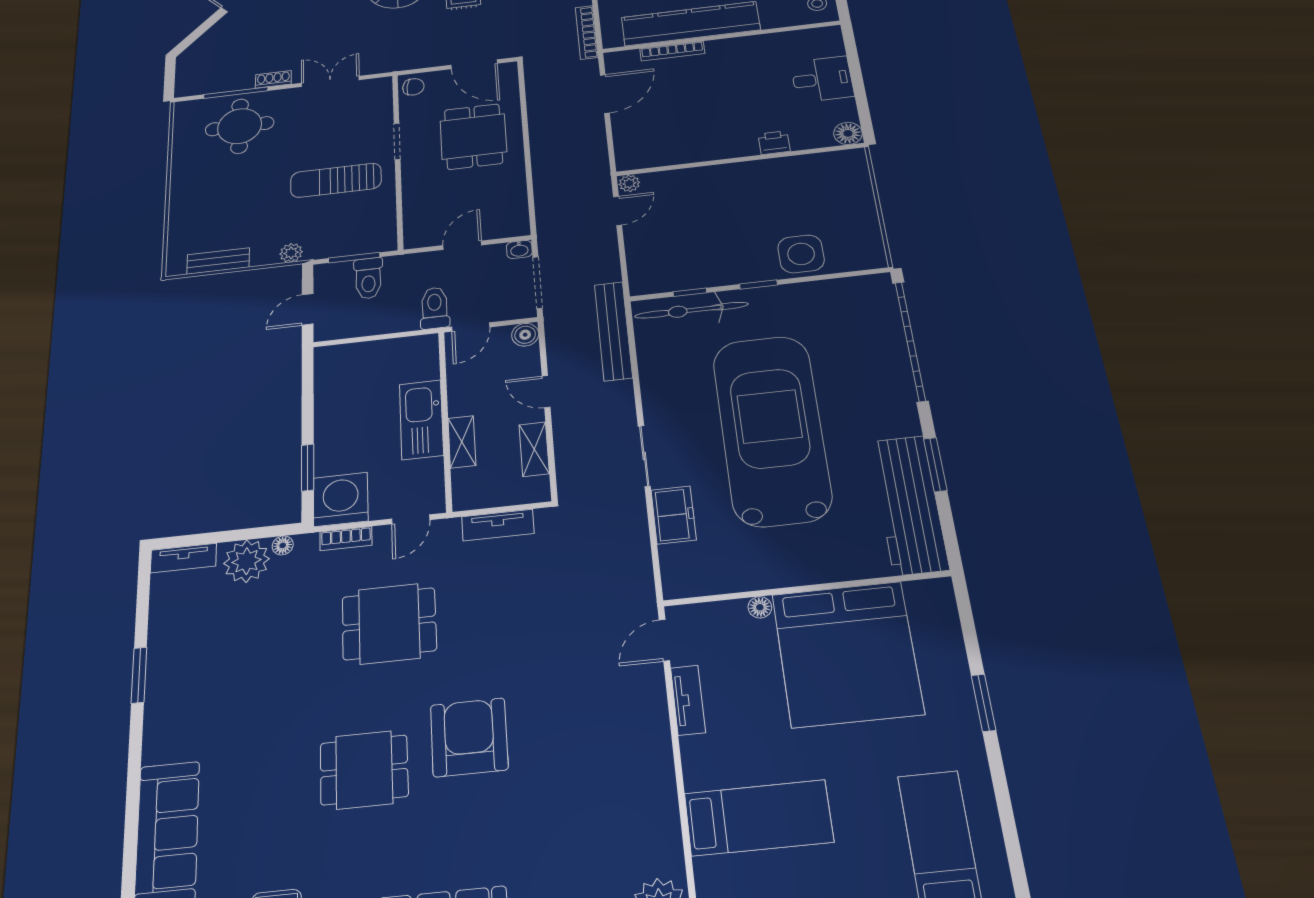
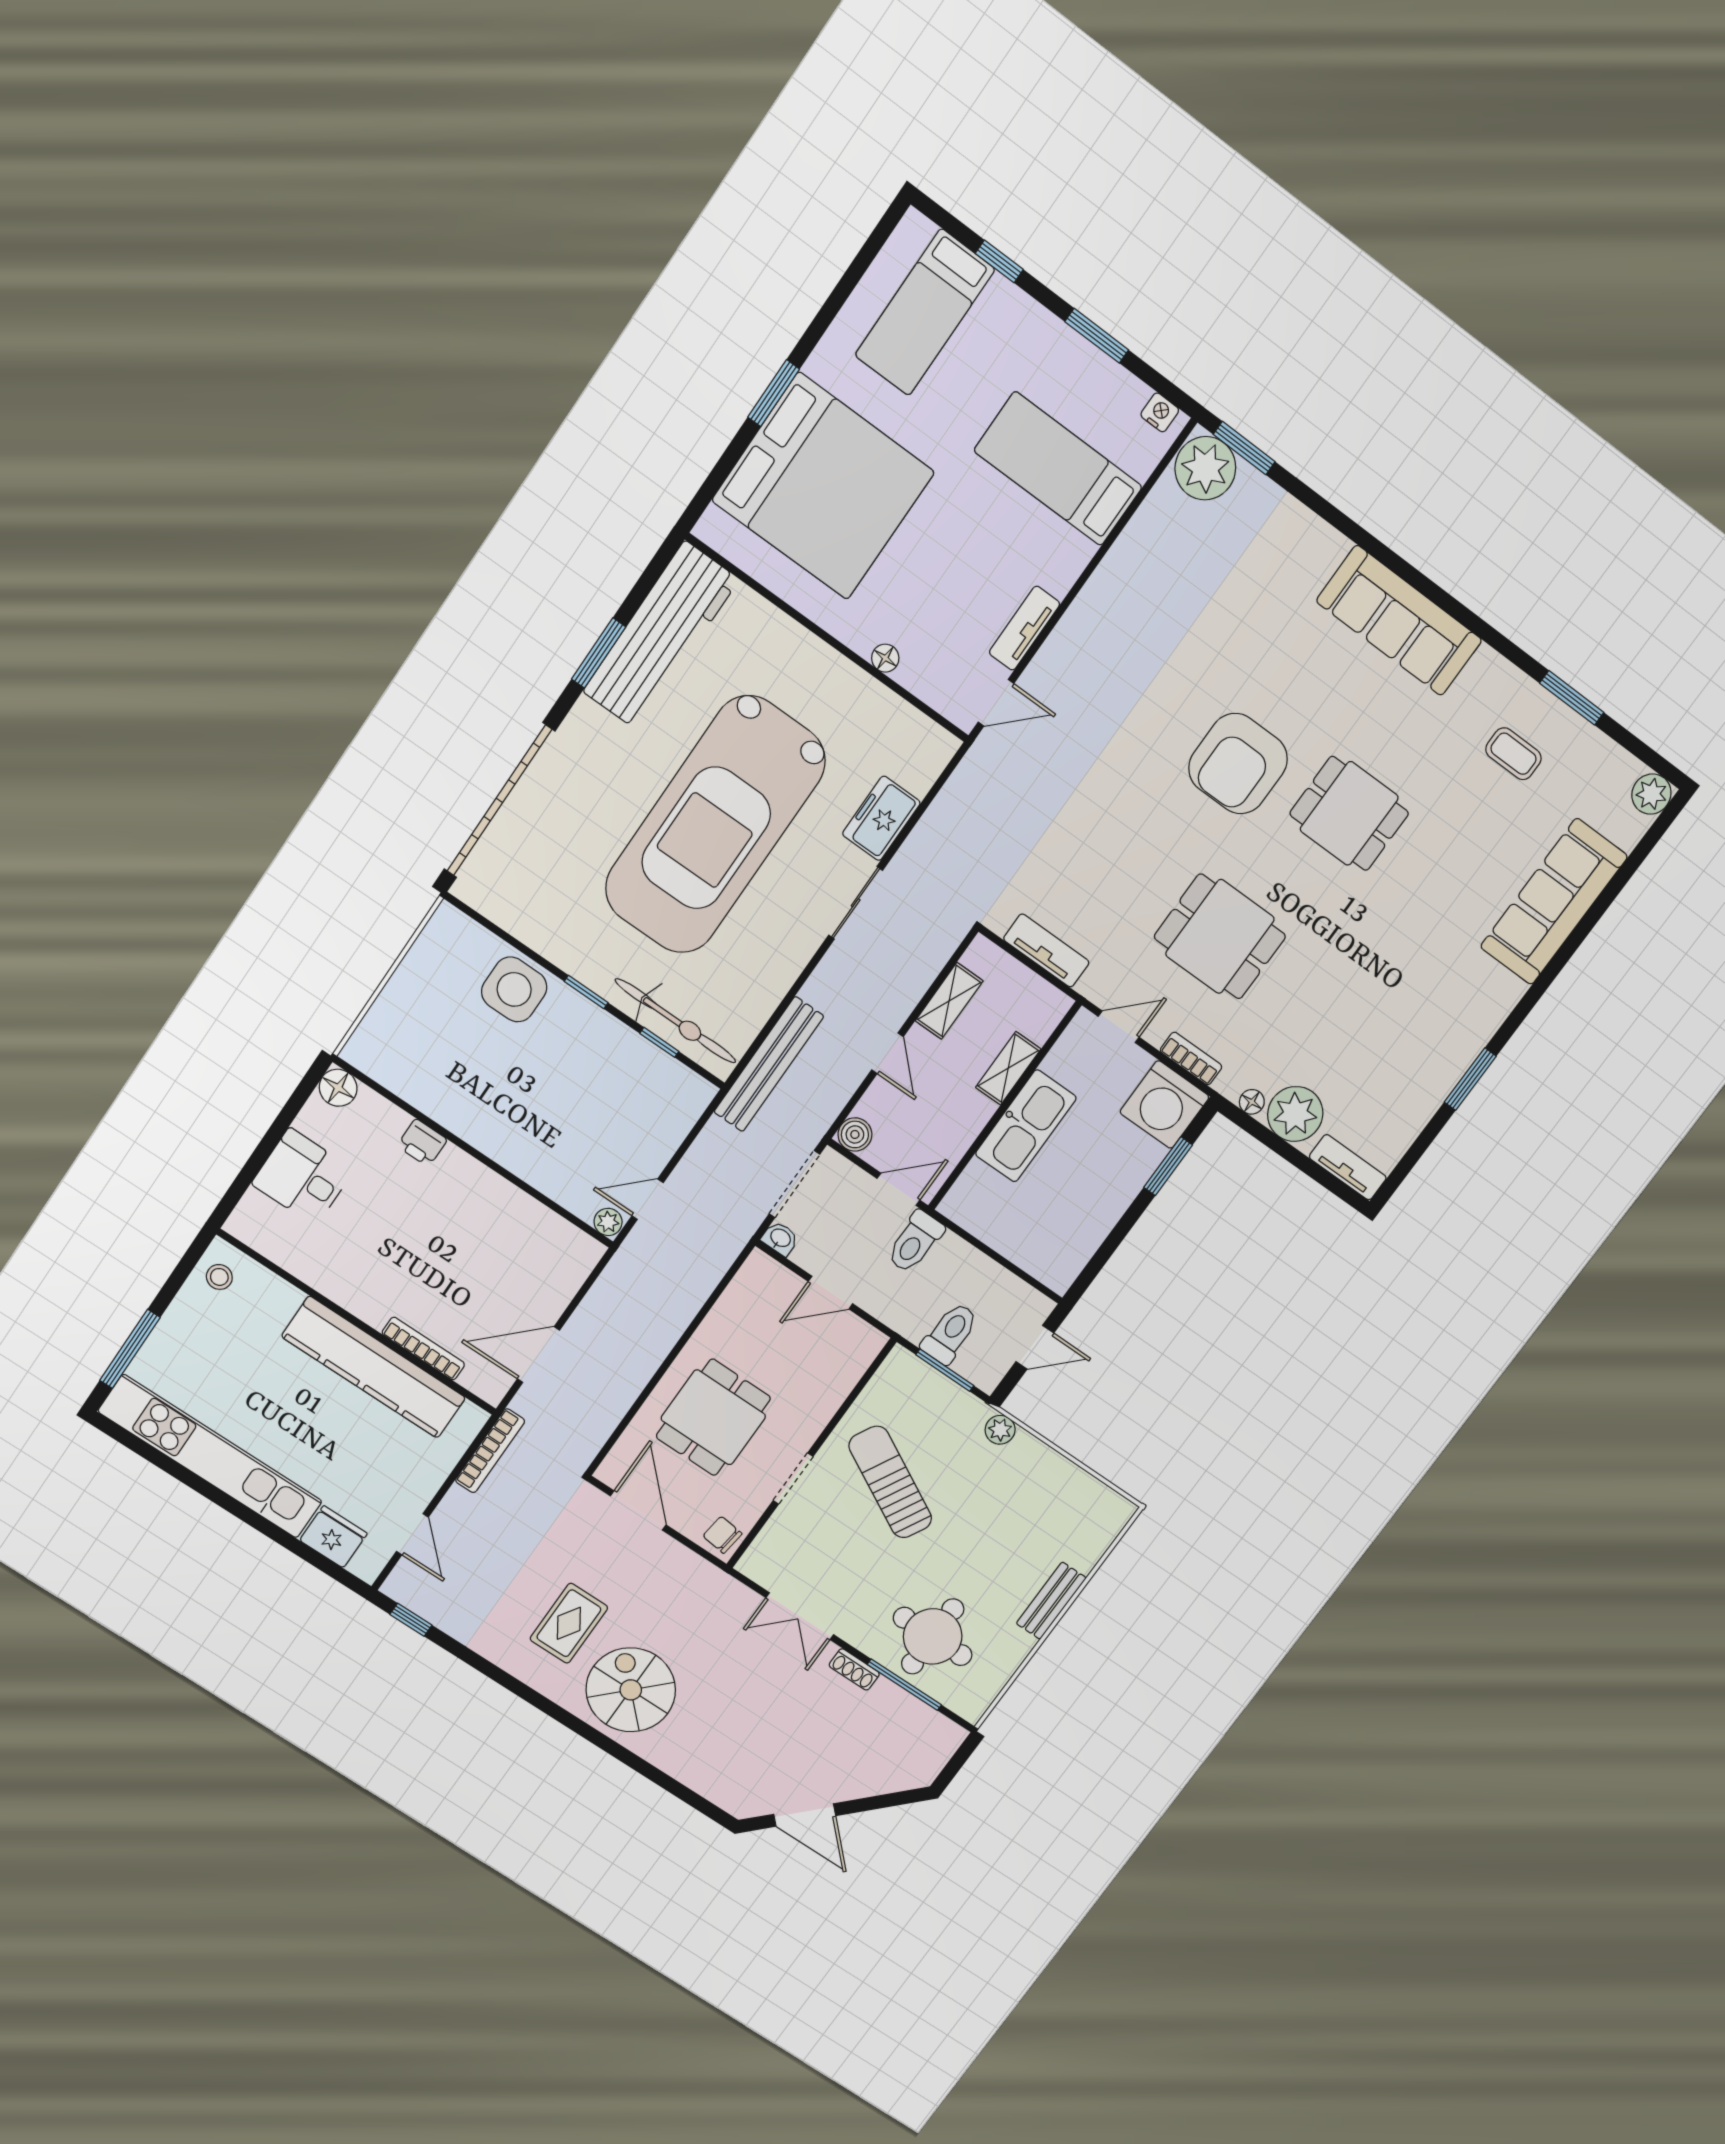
sun lounger: (336, 180) -> (890, 1482), turned -152
bench: (218, 261) -> (1051, 1601), moved, turned 90
bed: (847, 654) -> (823, 486), moved, turned 90

